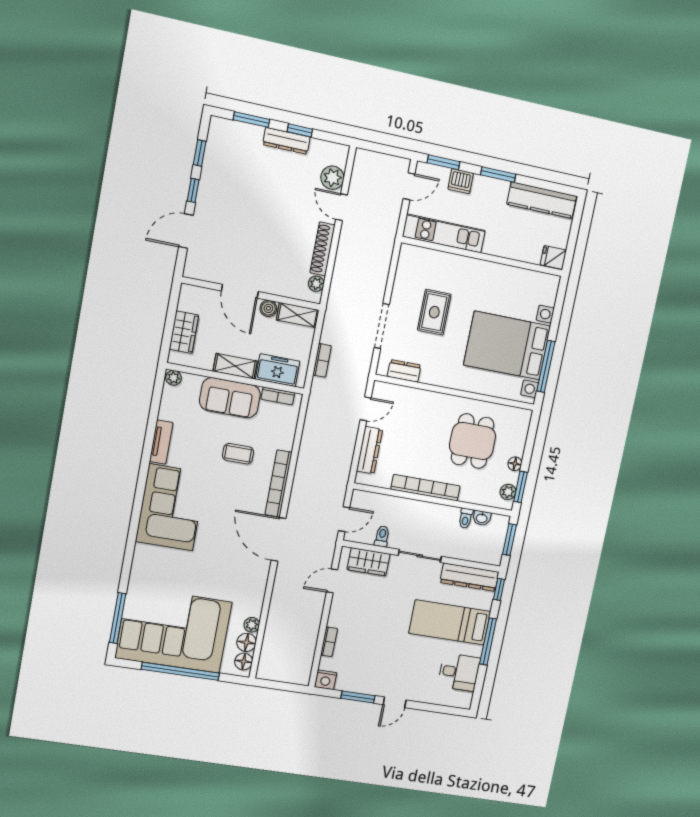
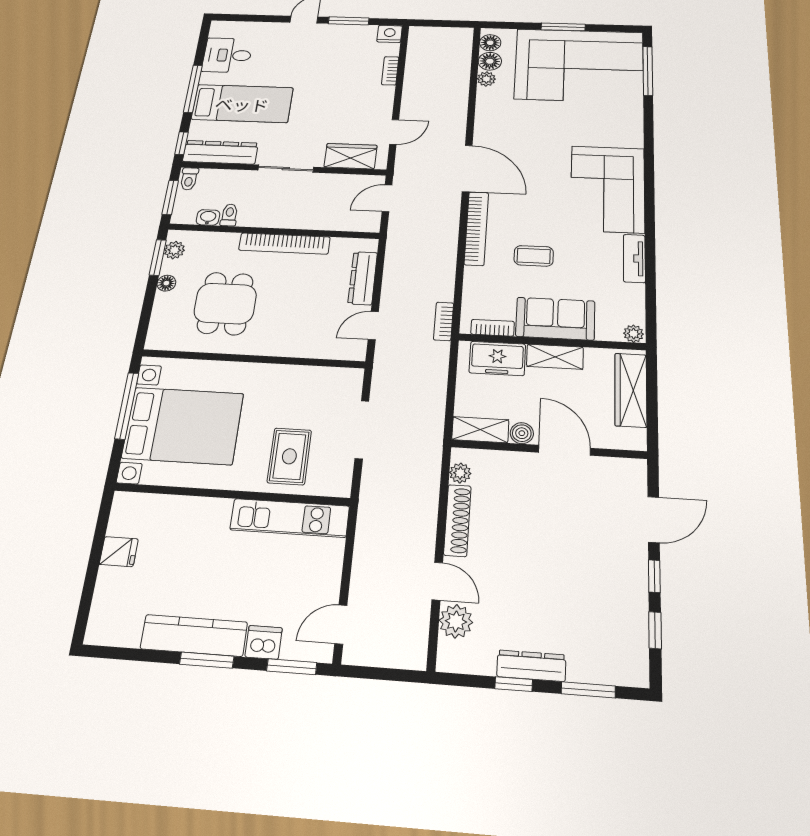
kitchen counter: (542, 200) -> (194, 635), moved
kitchen unit: (444, 233) -> (290, 518), moved
wall: (483, 256) -> (231, 494), moved
wardrobe: (184, 332) -> (631, 390), width x1.50
bookcase: (322, 360) -> (444, 321), moved
dresser: (404, 371) -> (325, 377), removed
toilet: (382, 536) -> (189, 179), moved
window: (180, 671) -> (563, 27), width x0.47

